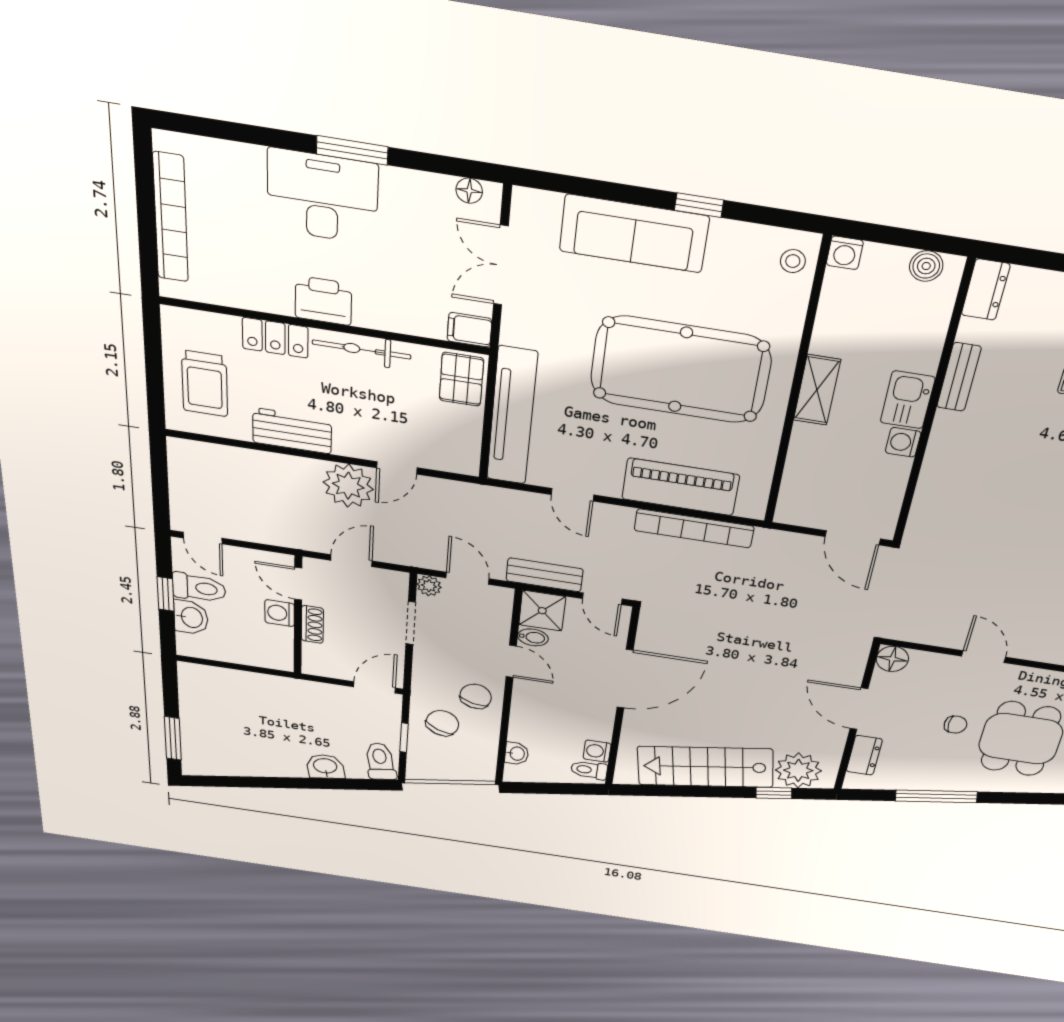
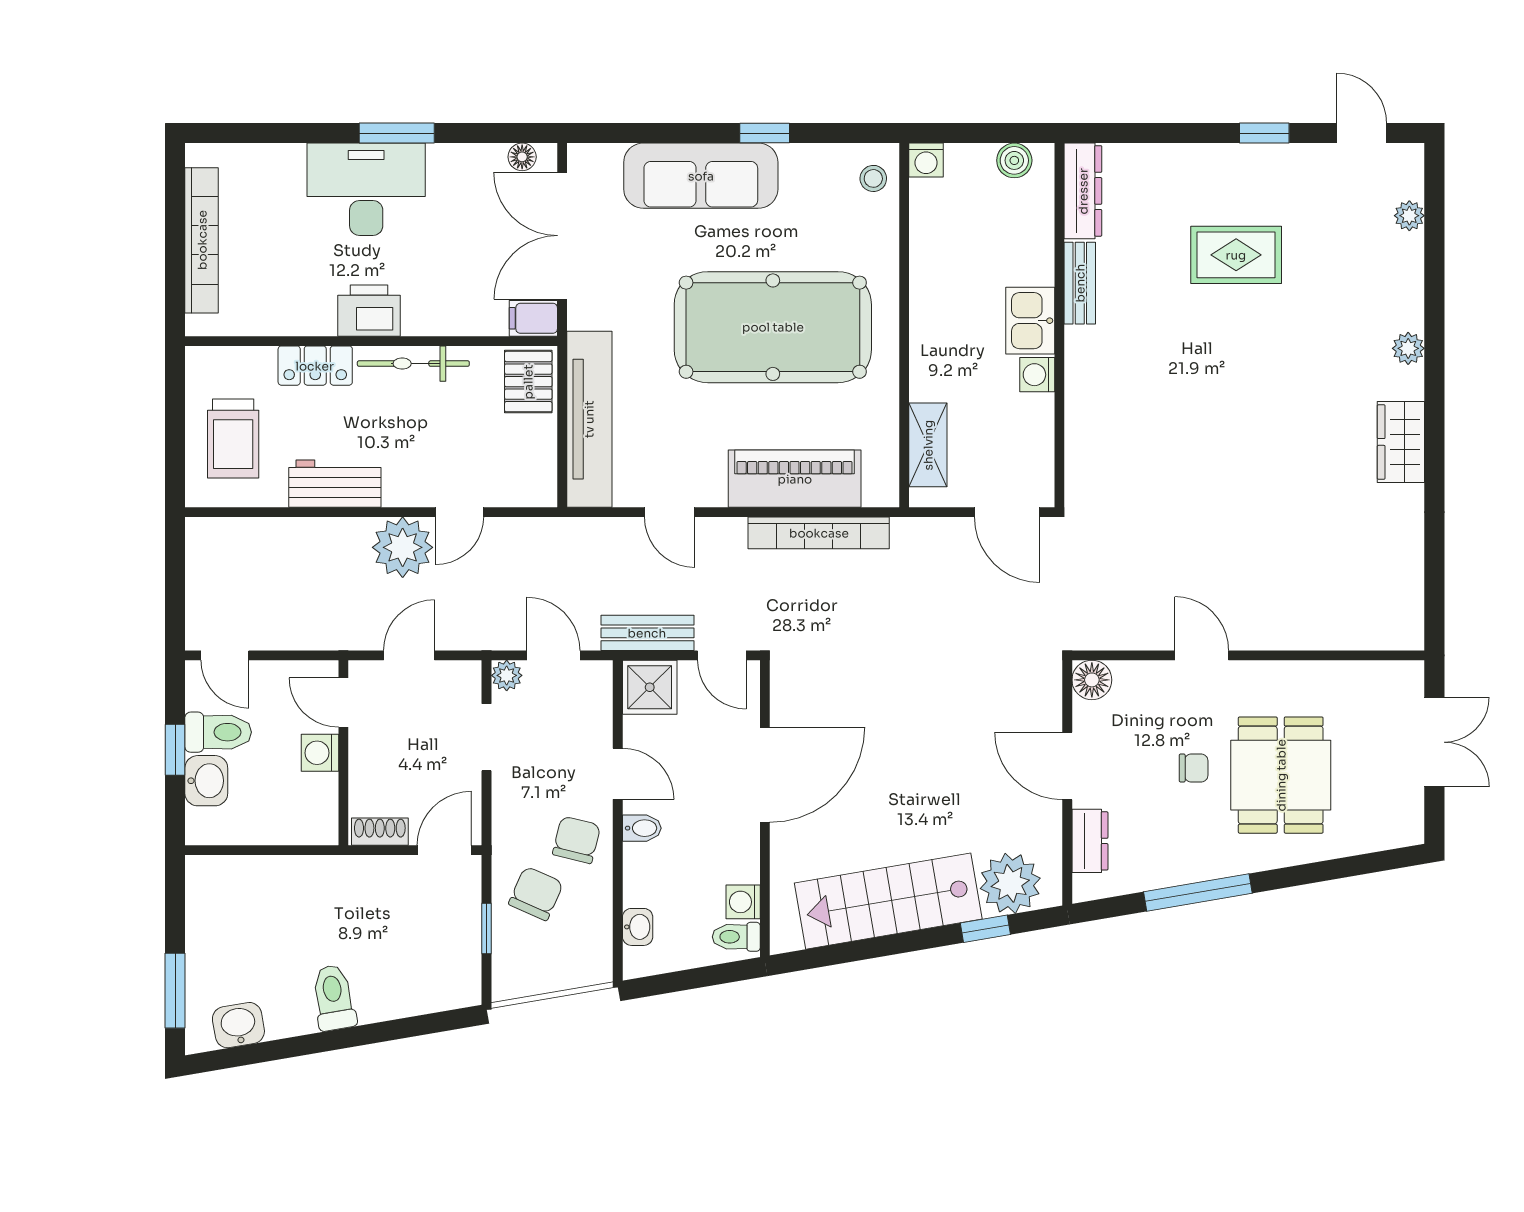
double door: (501, 265) -> (562, 236), width x1.37
dresser: (986, 290) -> (1083, 191), width x1.44
shelving: (817, 390) -> (928, 445), moved
shoe rack: (312, 624) -> (380, 832), moved, turned -90
bidet: (533, 637) -> (642, 828), moved
toilet: (380, 761) -> (334, 998), moved
washbasin: (325, 767) -> (238, 1025), moved

